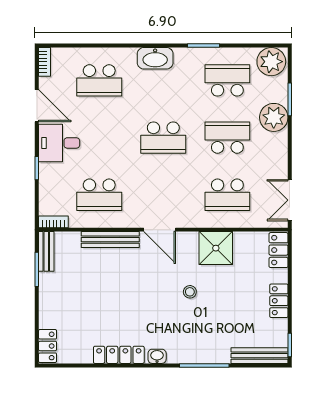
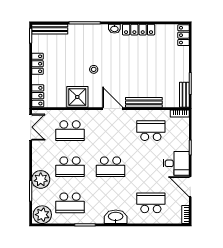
school desk: (163, 138) -> (110, 167), turned 180
school desk: (227, 195) -> (70, 131), turned 180

